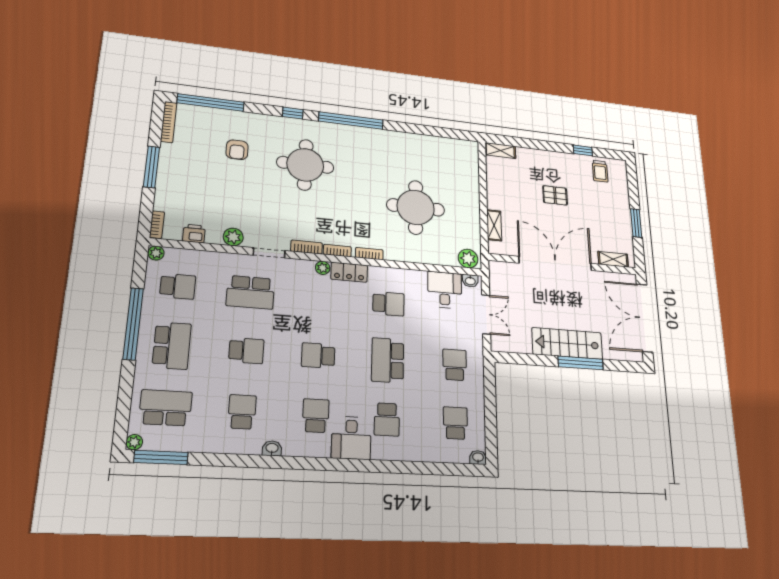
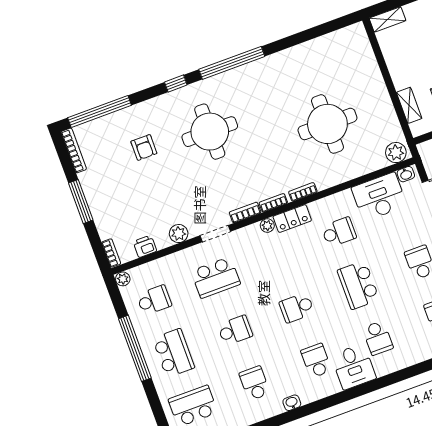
desk: (445, 290) -> (379, 197), width x1.37

